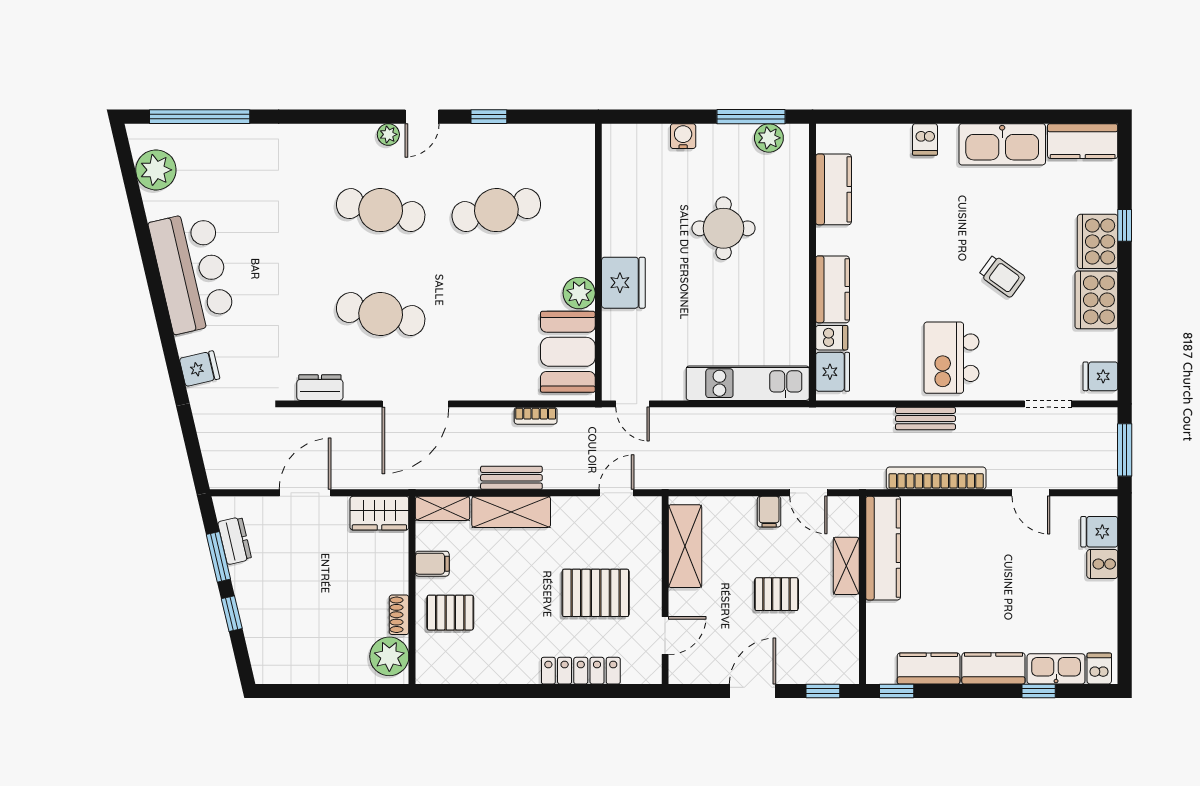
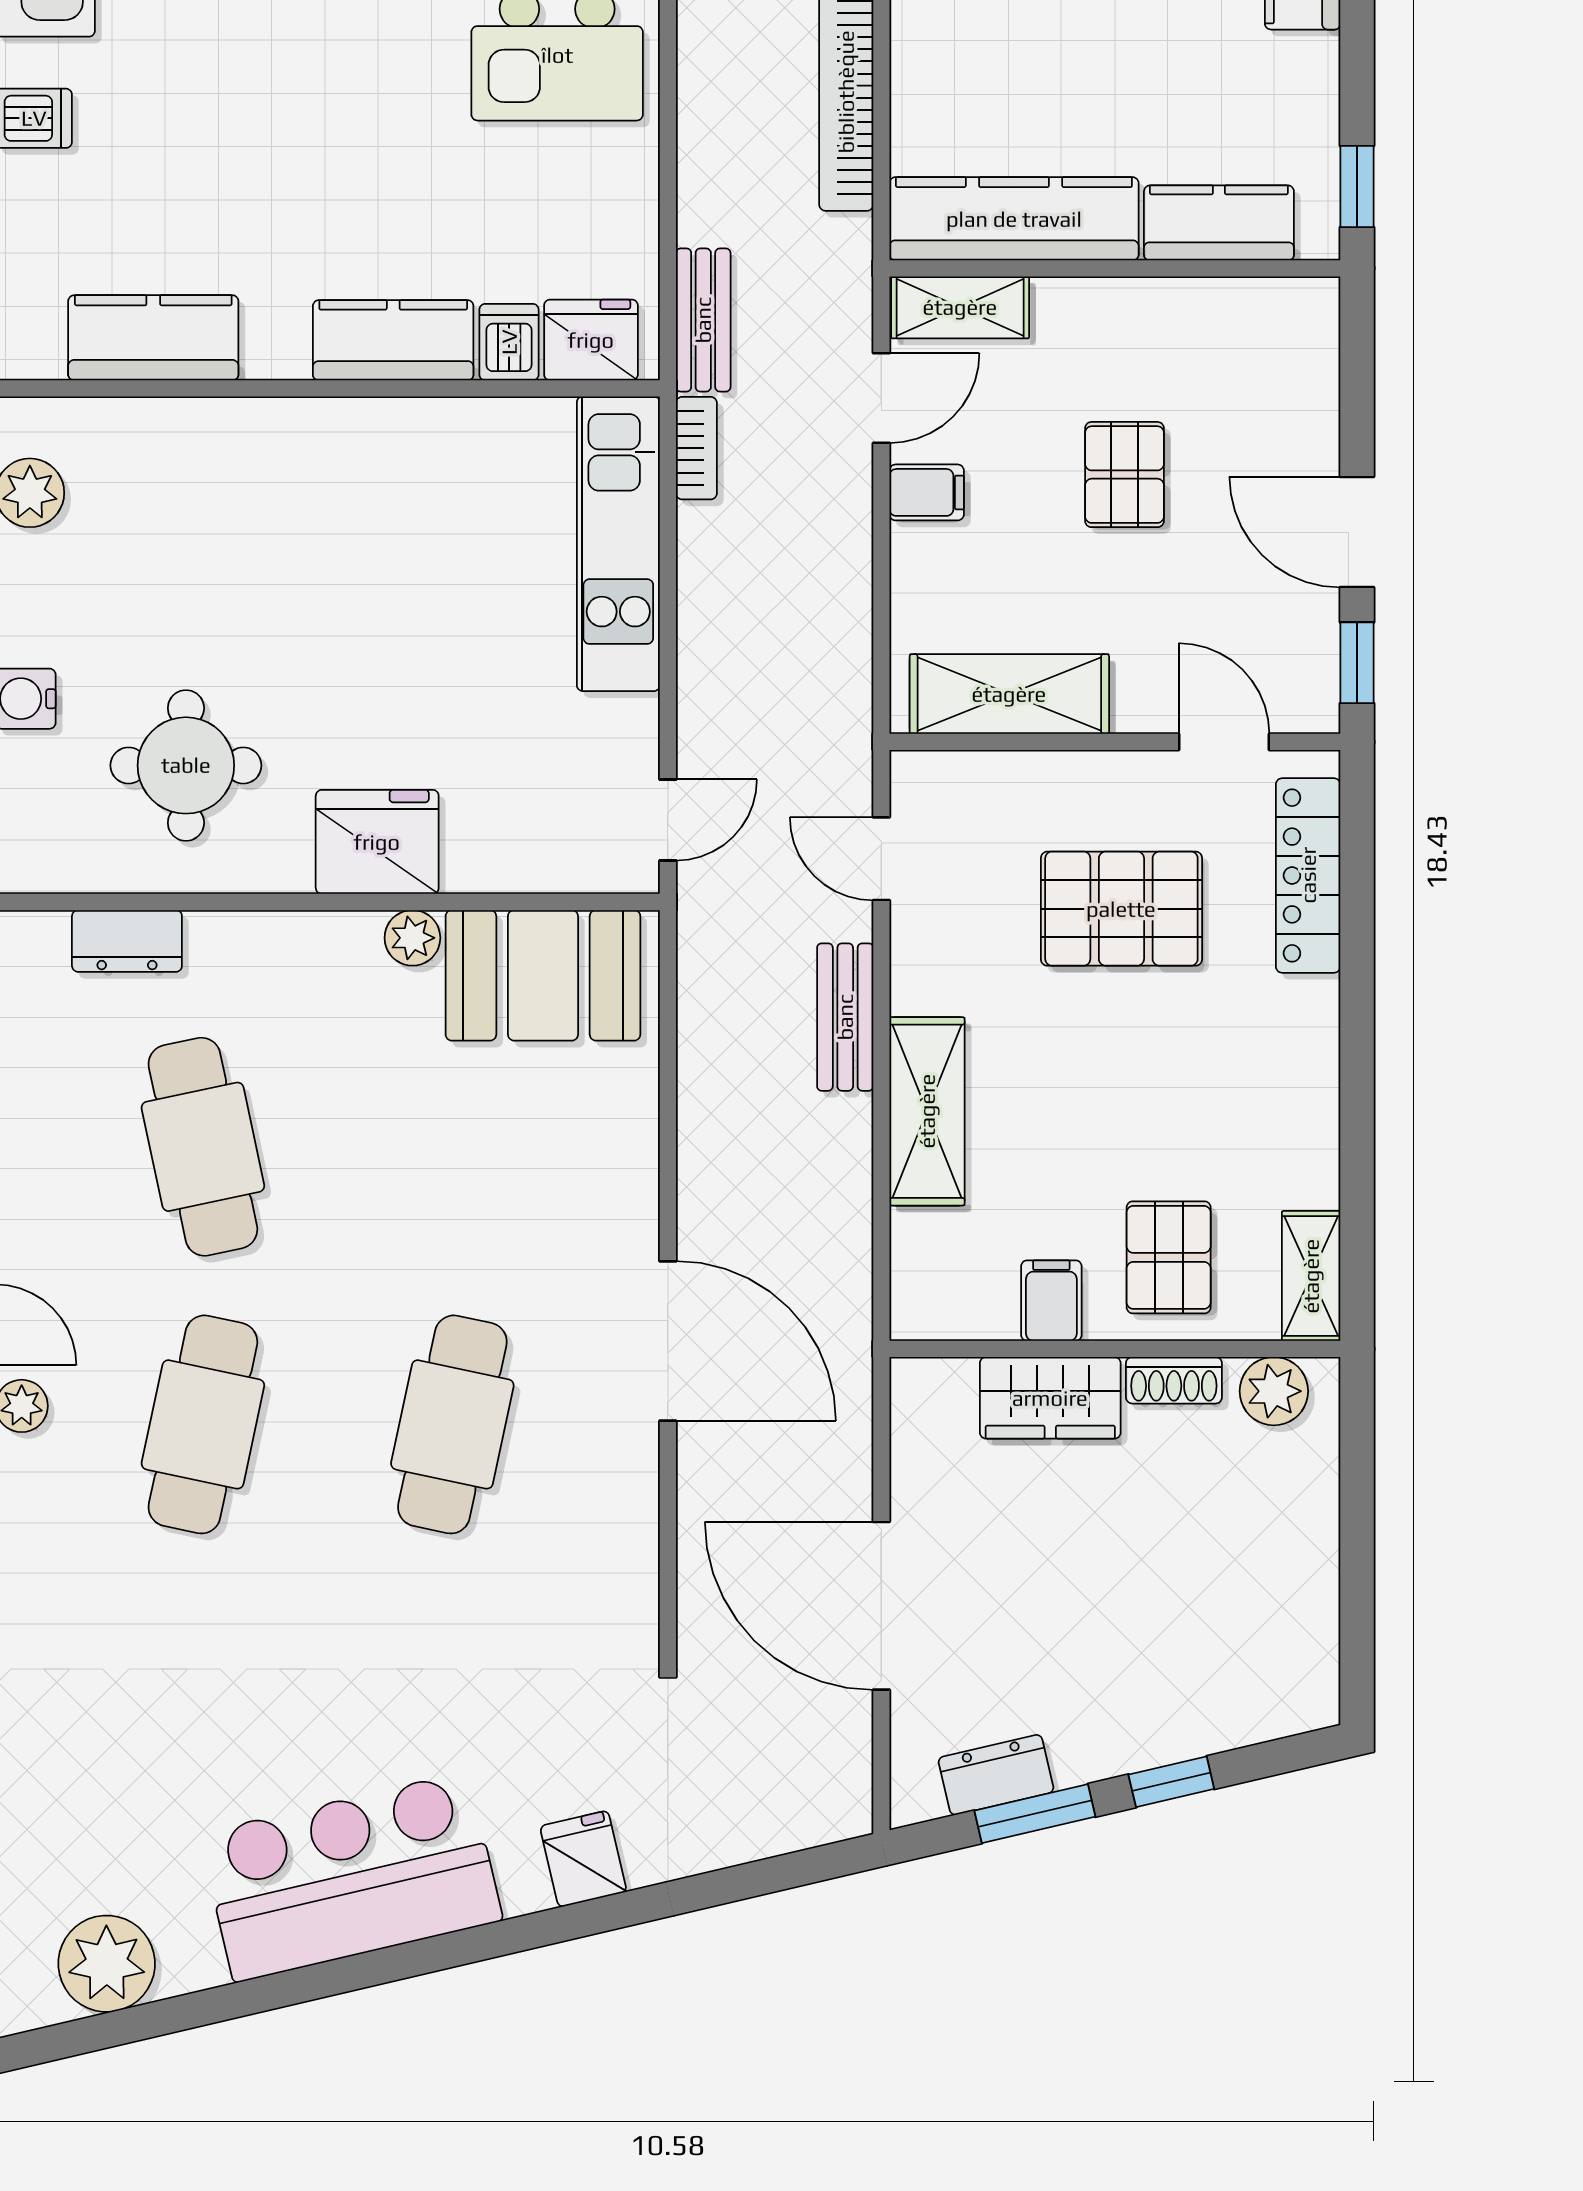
round table: (724, 228) -> (186, 765), moved
plant: (579, 293) -> (412, 938), width x0.73, depth x0.73
dresser: (320, 388) -> (127, 941), moved, turned -90
bookcase: (536, 416) -> (696, 448), moved
bench: (925, 419) -> (703, 320), moved
bench: (511, 478) -> (845, 1017), moved
door: (305, 493) -> (881, 1606), width x1.36
shelving: (443, 508) -> (1311, 1276), moved
wardrobe: (379, 513) -> (1050, 1398), moved, turned 90
shelving: (846, 566) -> (960, 307), moved
pallet: (596, 593) -> (1121, 909), turned 90
plant: (389, 656) -> (1274, 1391), width x0.73, depth x0.73
kitchen counter: (929, 668) -> (1219, 223), moved, turned 90
locker: (581, 671) -> (1308, 875), moved
window: (823, 691) -> (1357, 663), moved

